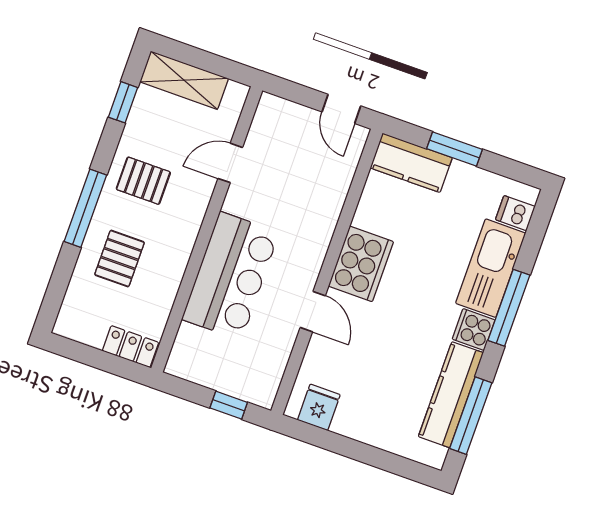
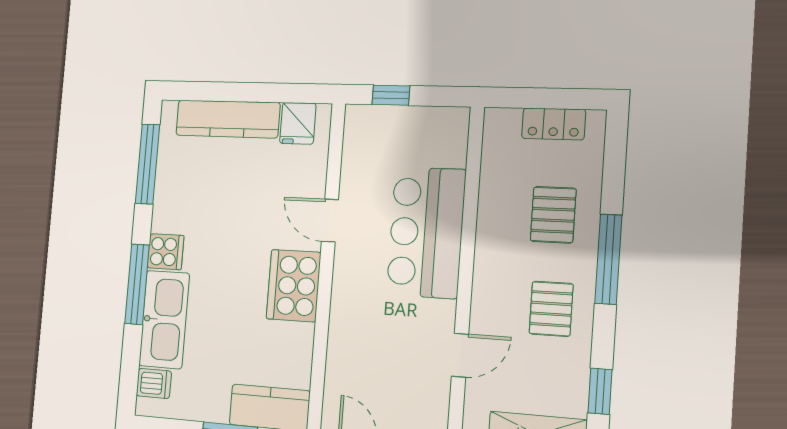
pallet: (143, 181) -> (551, 309), turned 90
locker: (130, 347) -> (554, 124), moved
kitchen counter: (451, 395) -> (228, 119), moved, turned 90

